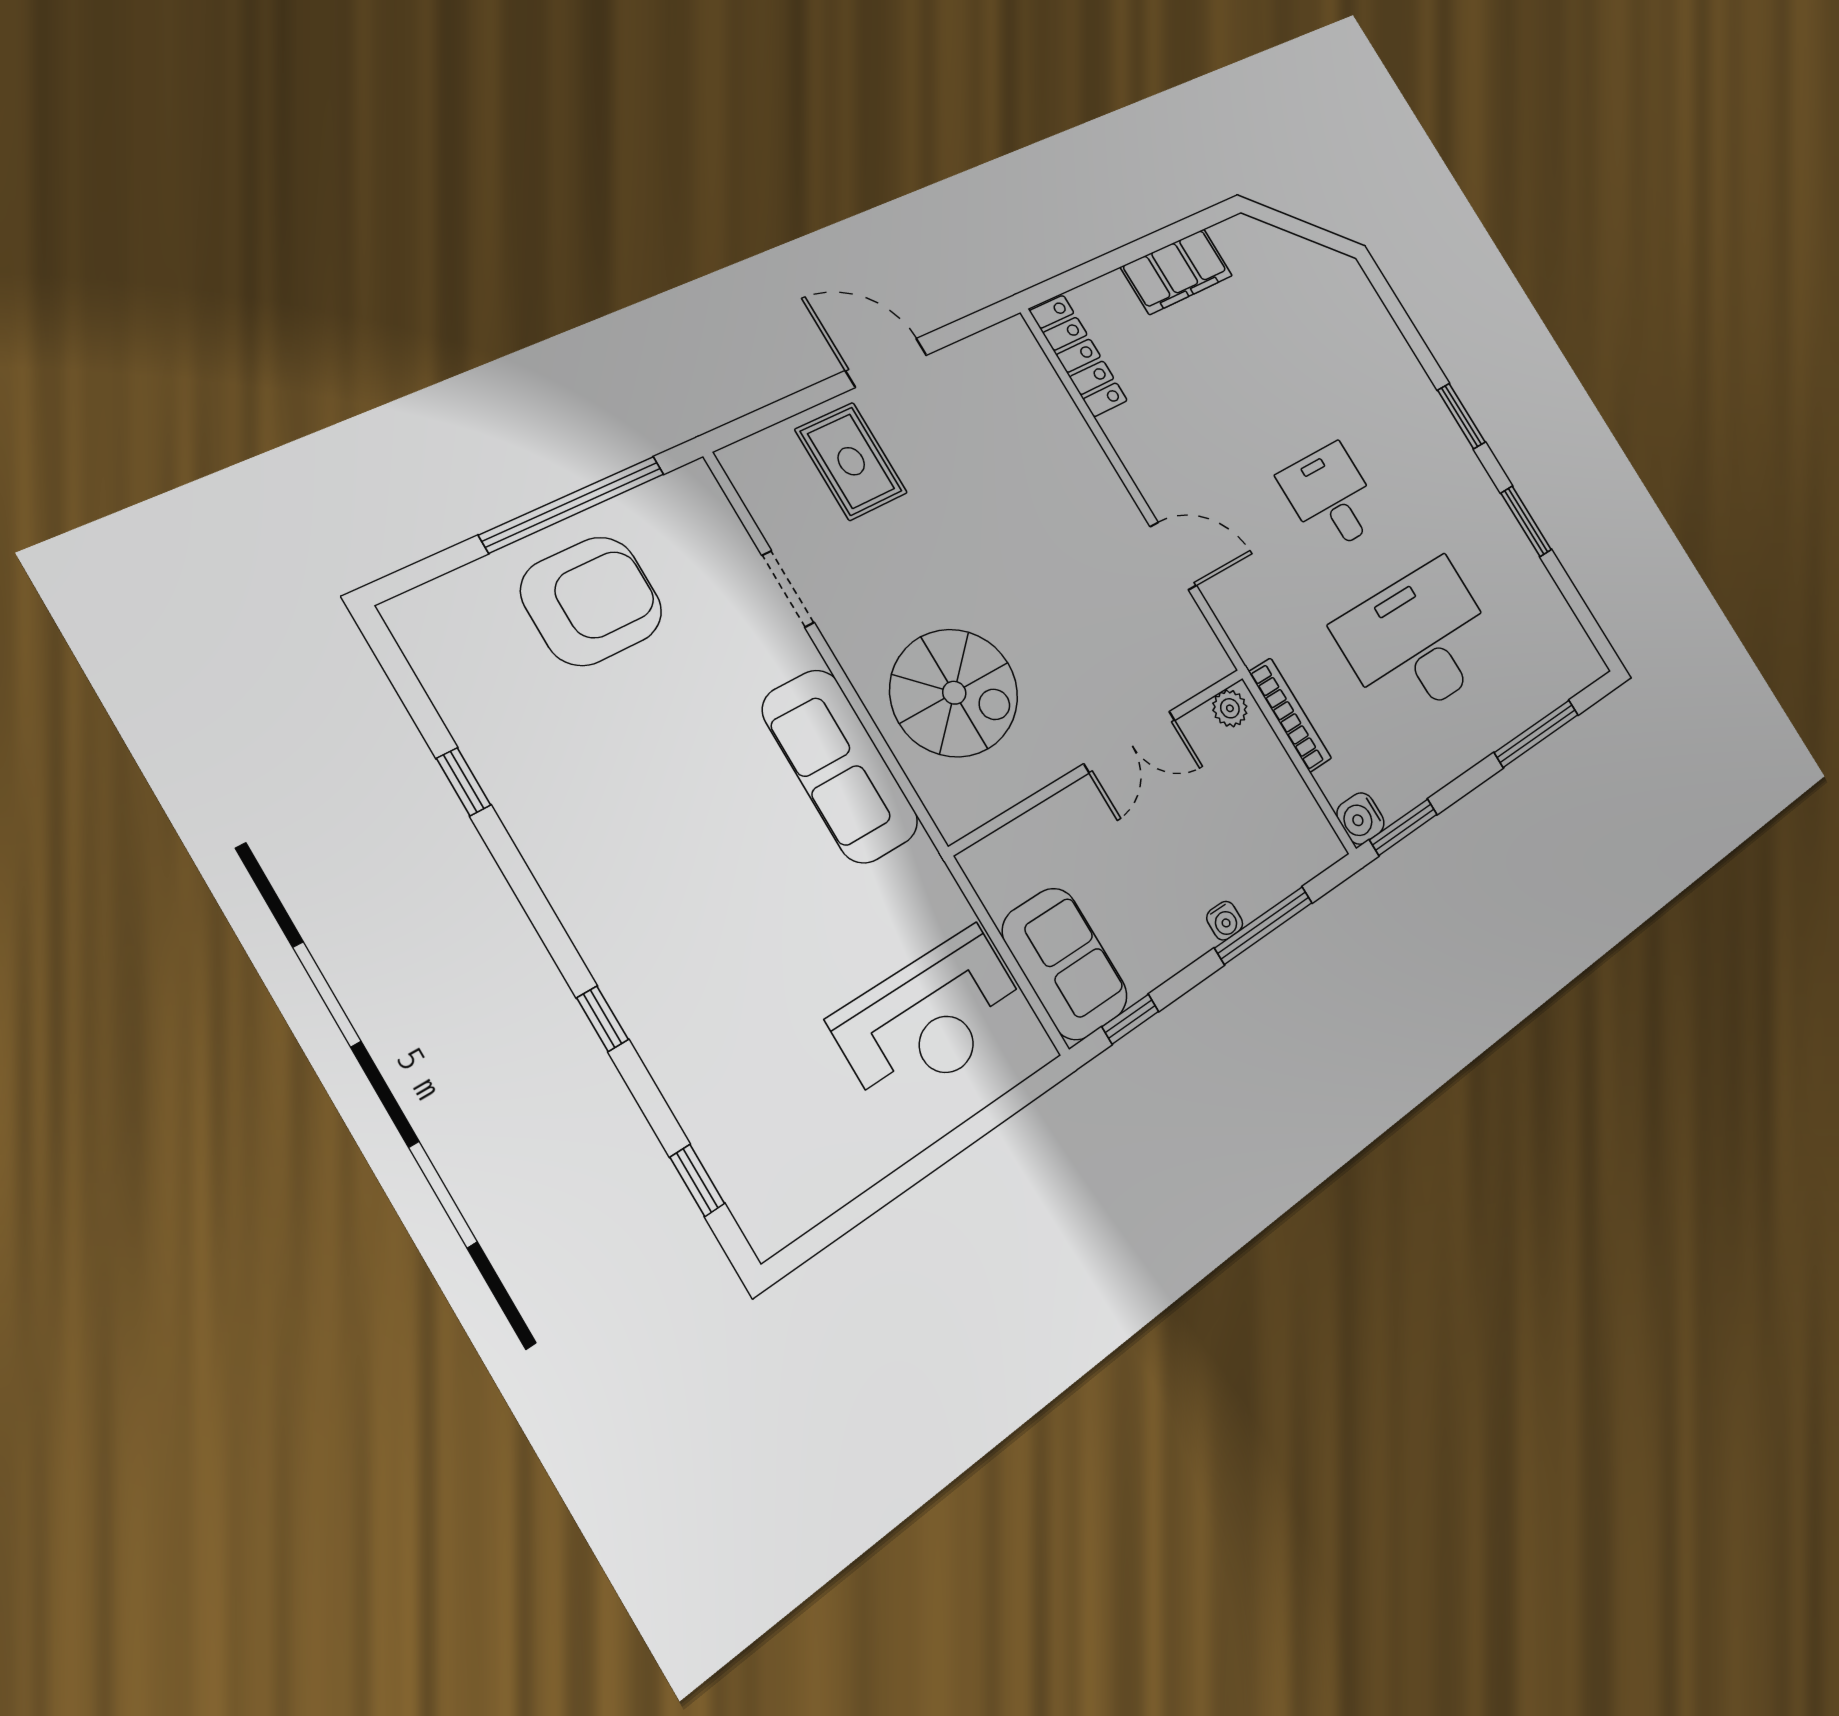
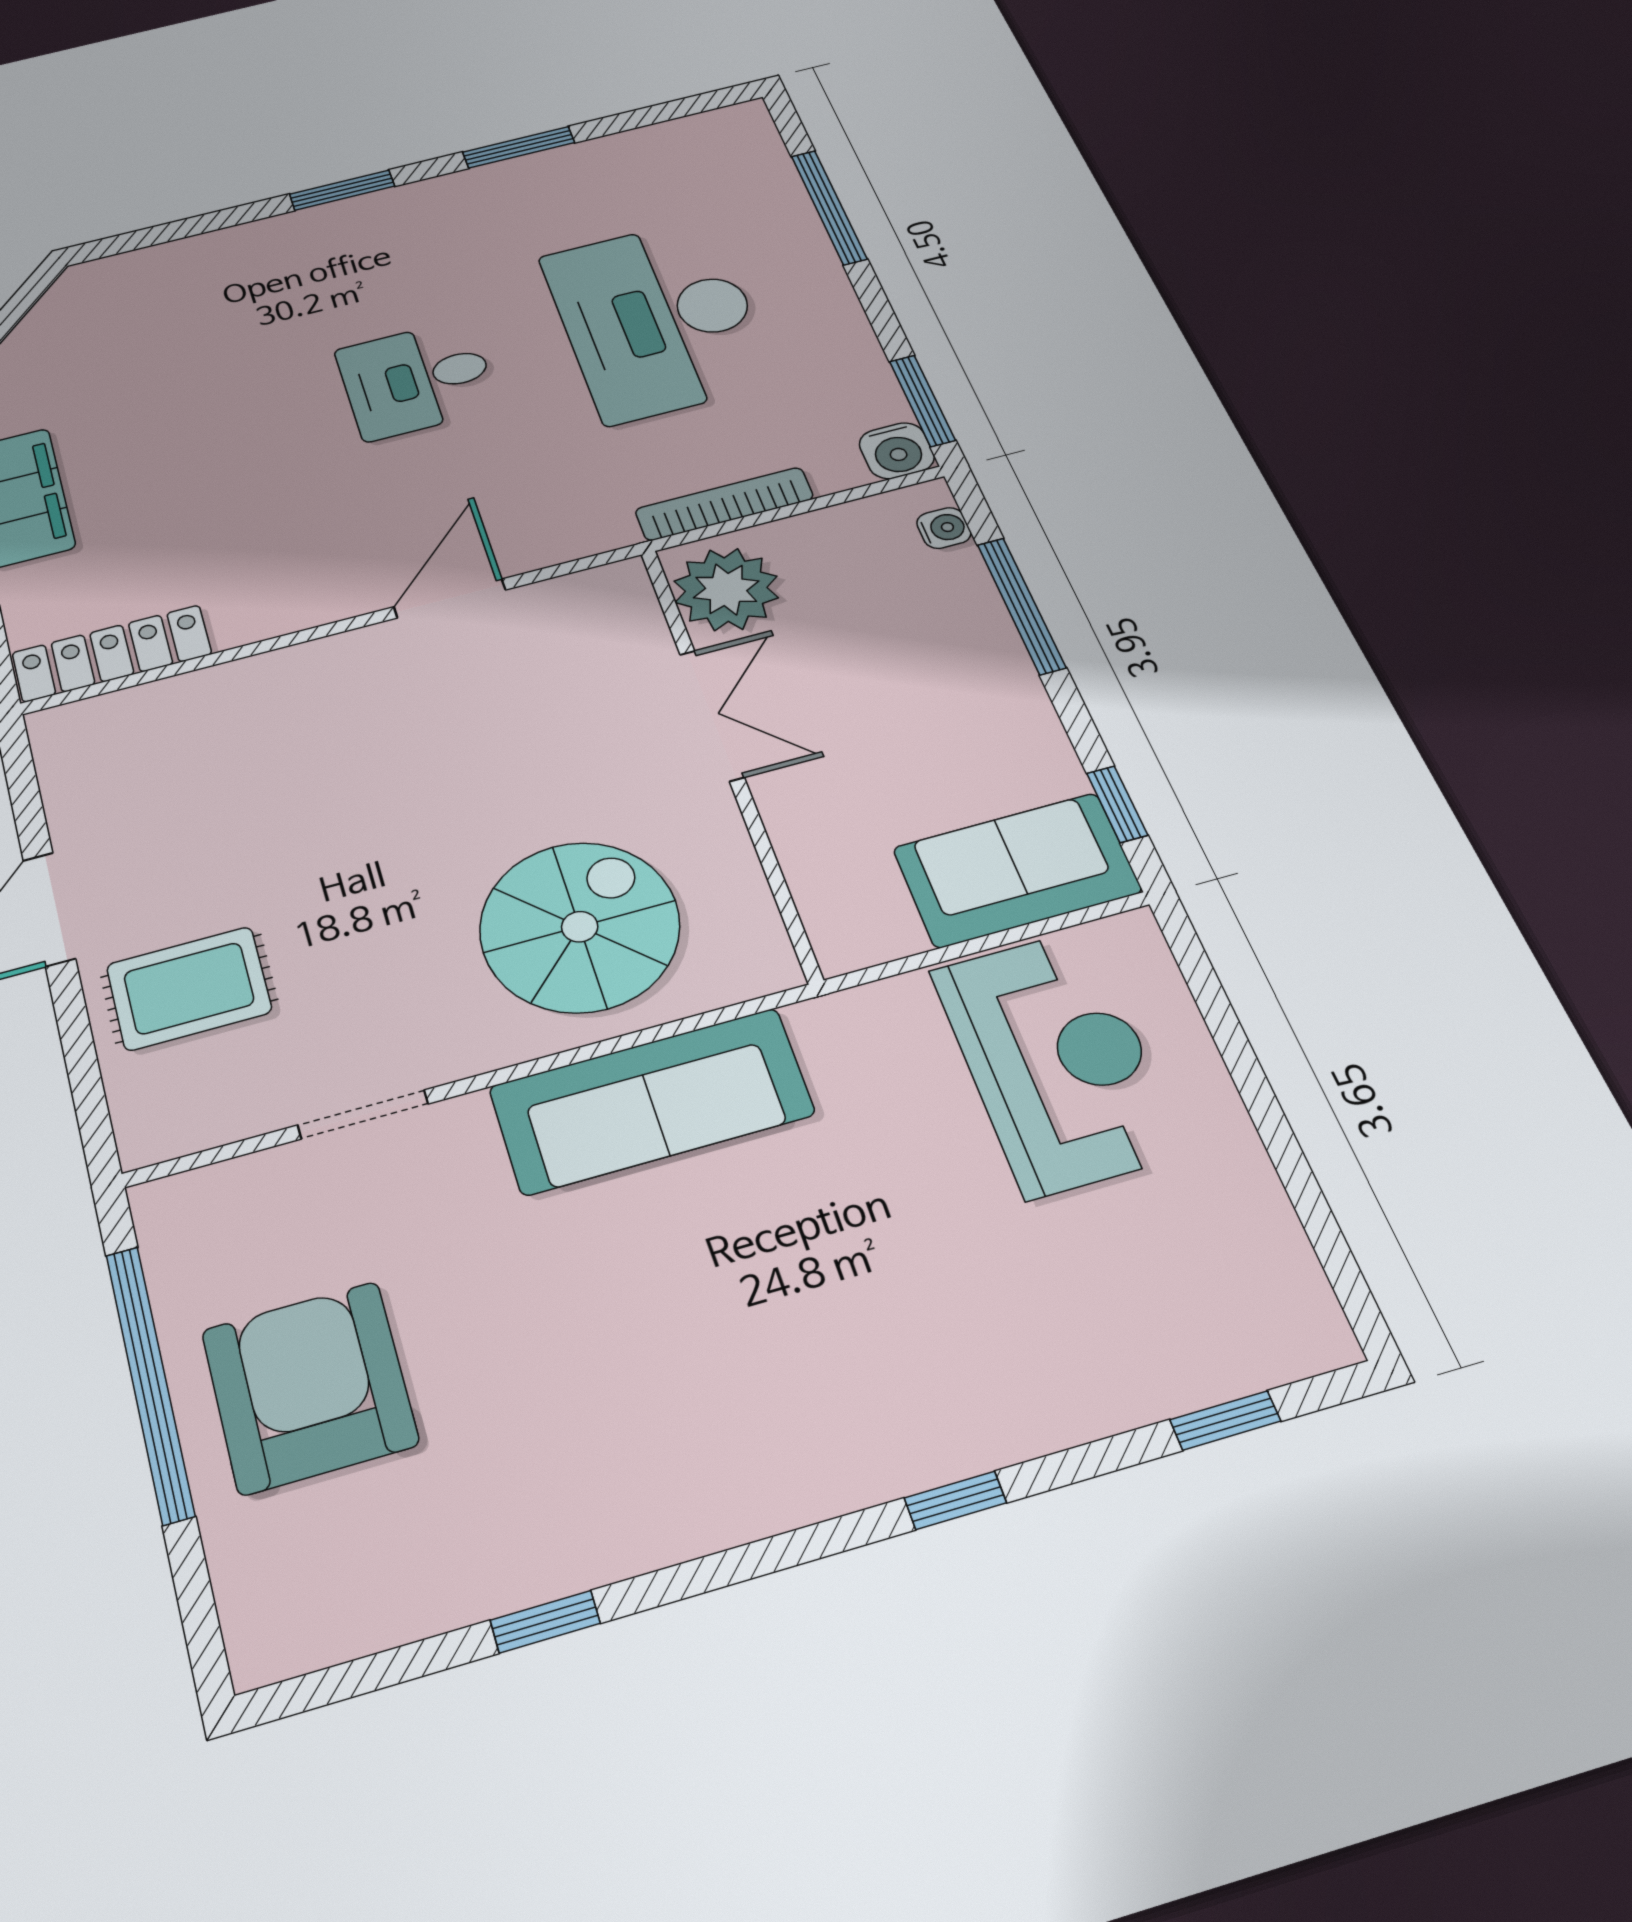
plant: (1230, 708) -> (726, 589), width x1.87, depth x1.87
water cooler: (1225, 921) -> (944, 528), moved

